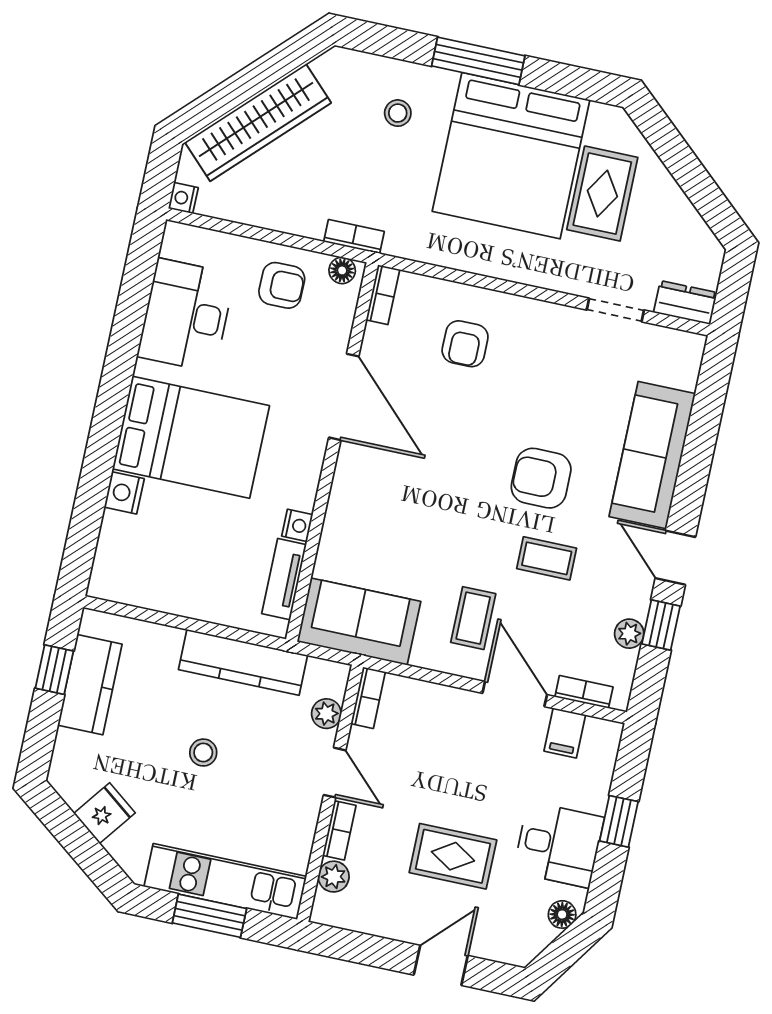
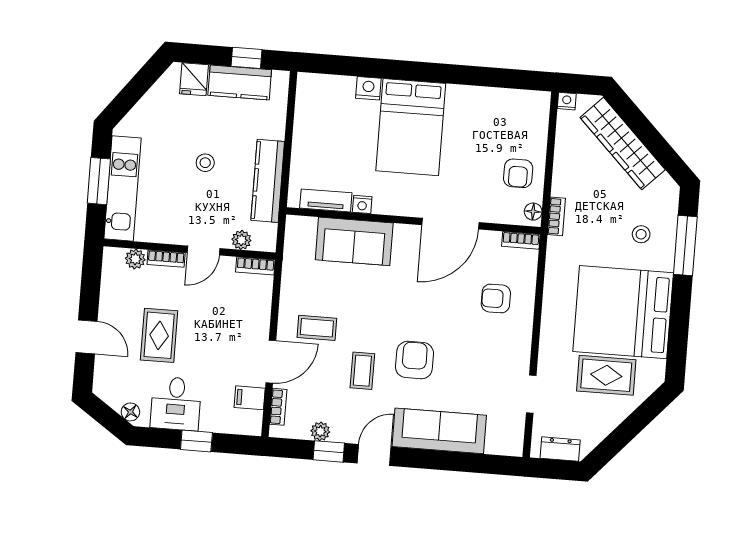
window: (478, 61) -> (685, 245), moved
dresser: (685, 303) -> (560, 449), moved, turned -90
desk: (186, 315) -> (490, 113), removed
sofa: (359, 622) -> (354, 241), moved, turned 90
fridge: (105, 813) -> (194, 79), moved, turned 52

